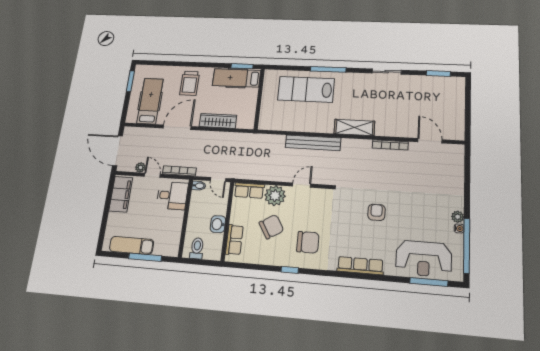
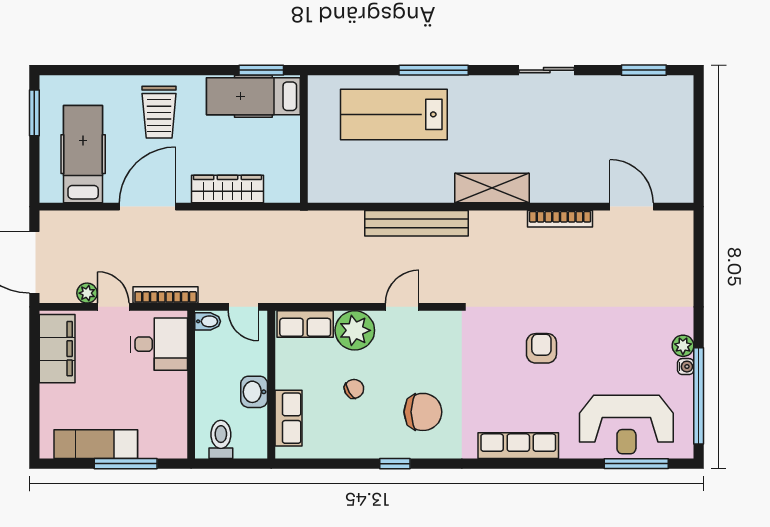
chair: (271, 227) -> (354, 389), width x0.54, depth x0.54

